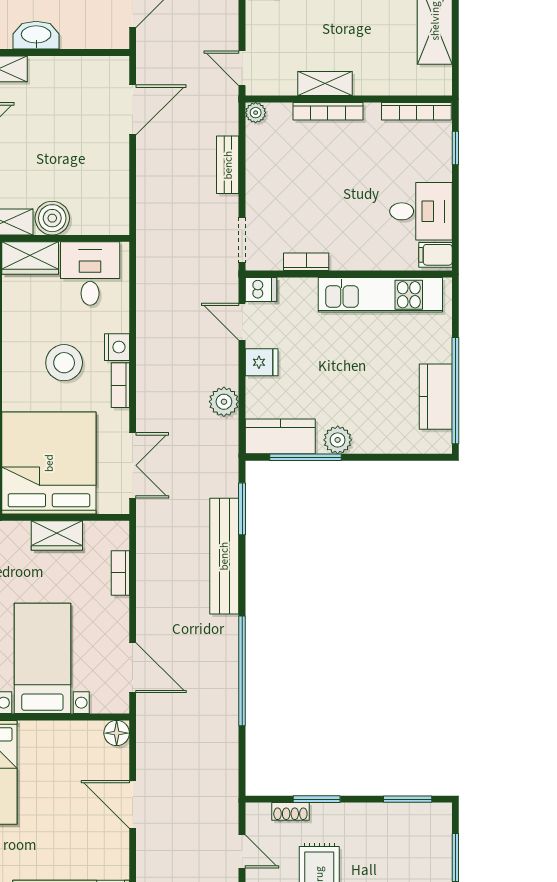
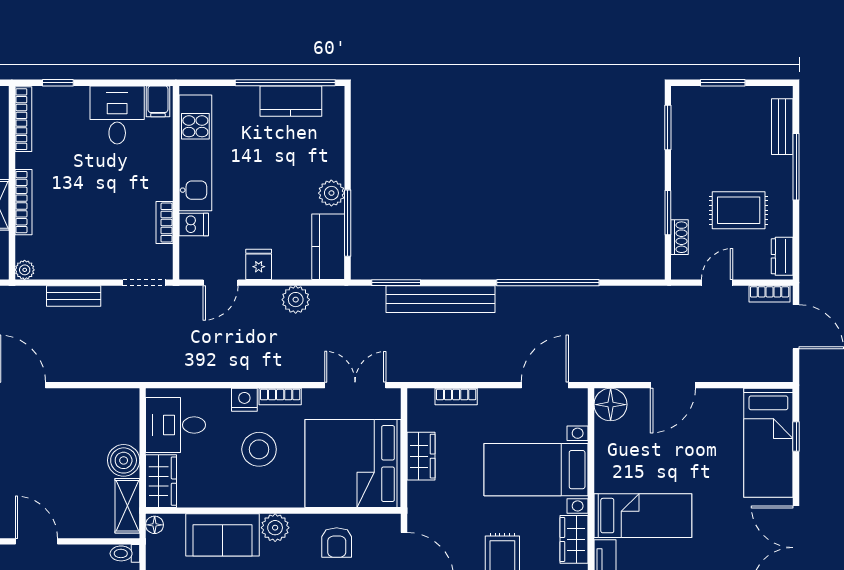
dishwasher: (261, 289) -> (194, 224), moved, turned 90
floor lamp: (117, 733) -> (611, 405), width x1.38, depth x1.38

